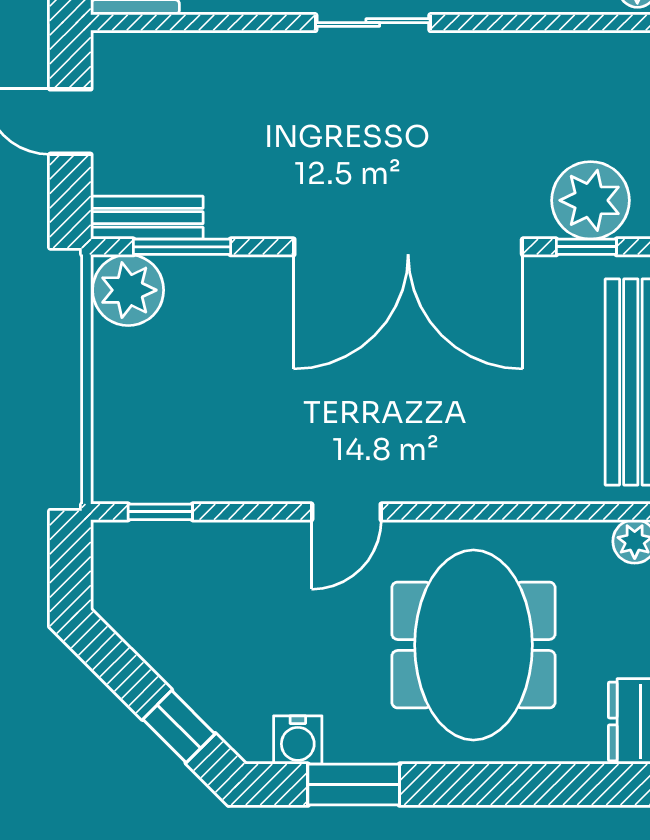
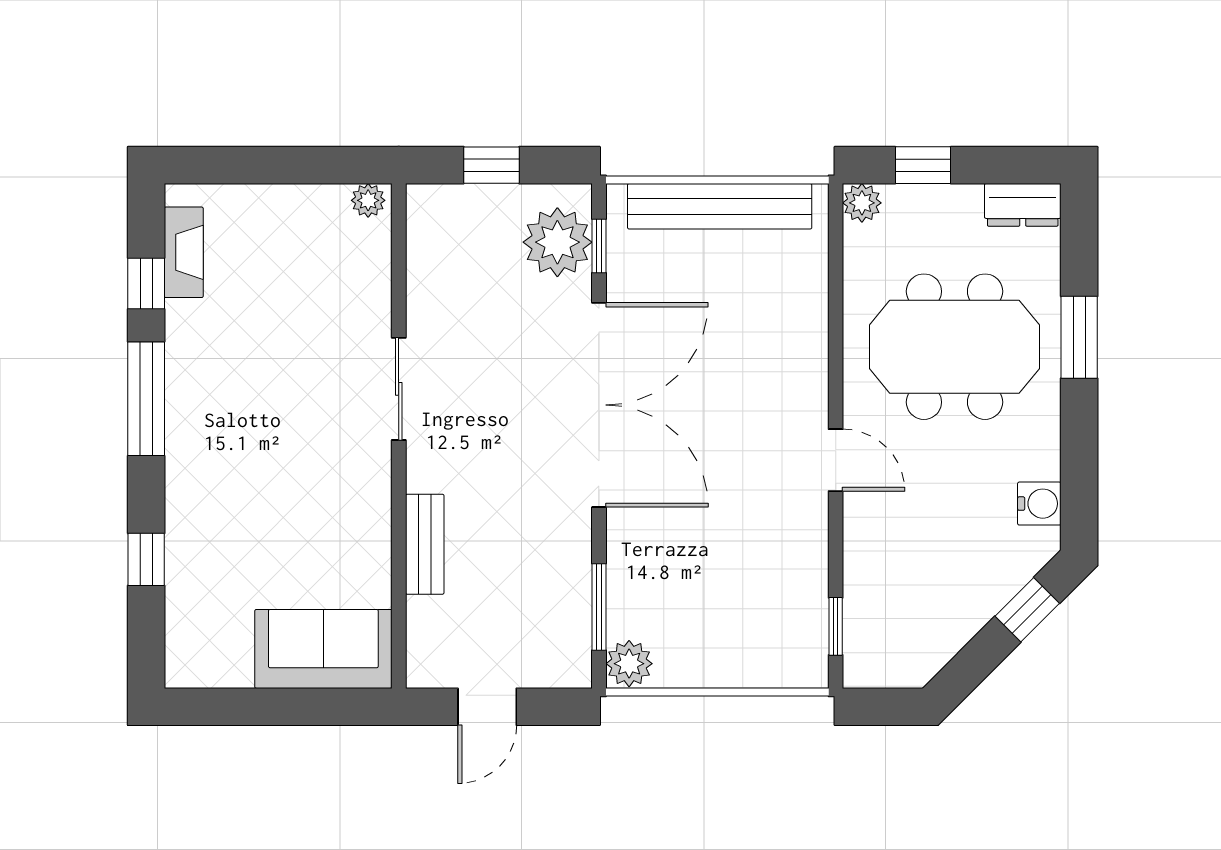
sliding door: (373, 23) -> (399, 389), moved
bench: (147, 218) -> (425, 544), moved
plant: (128, 290) -> (629, 664), width x0.73, depth x0.73
window: (354, 785) -> (1079, 337), moved

